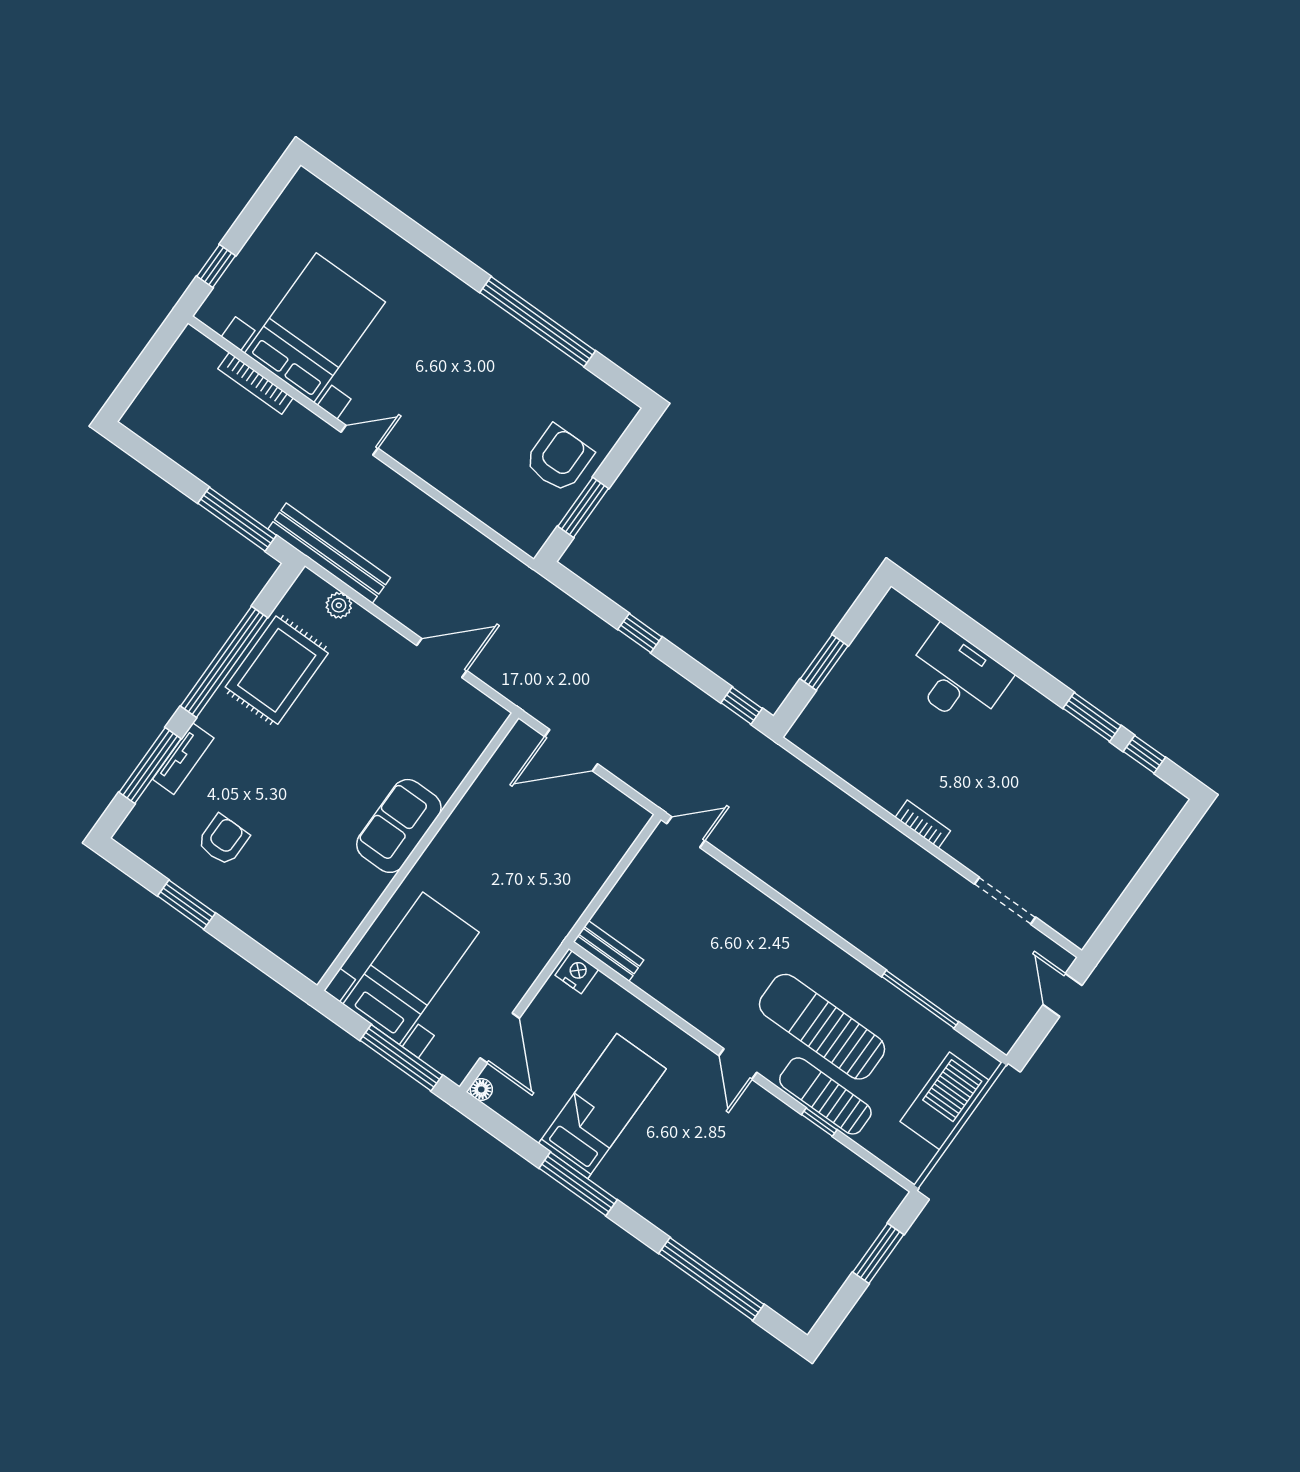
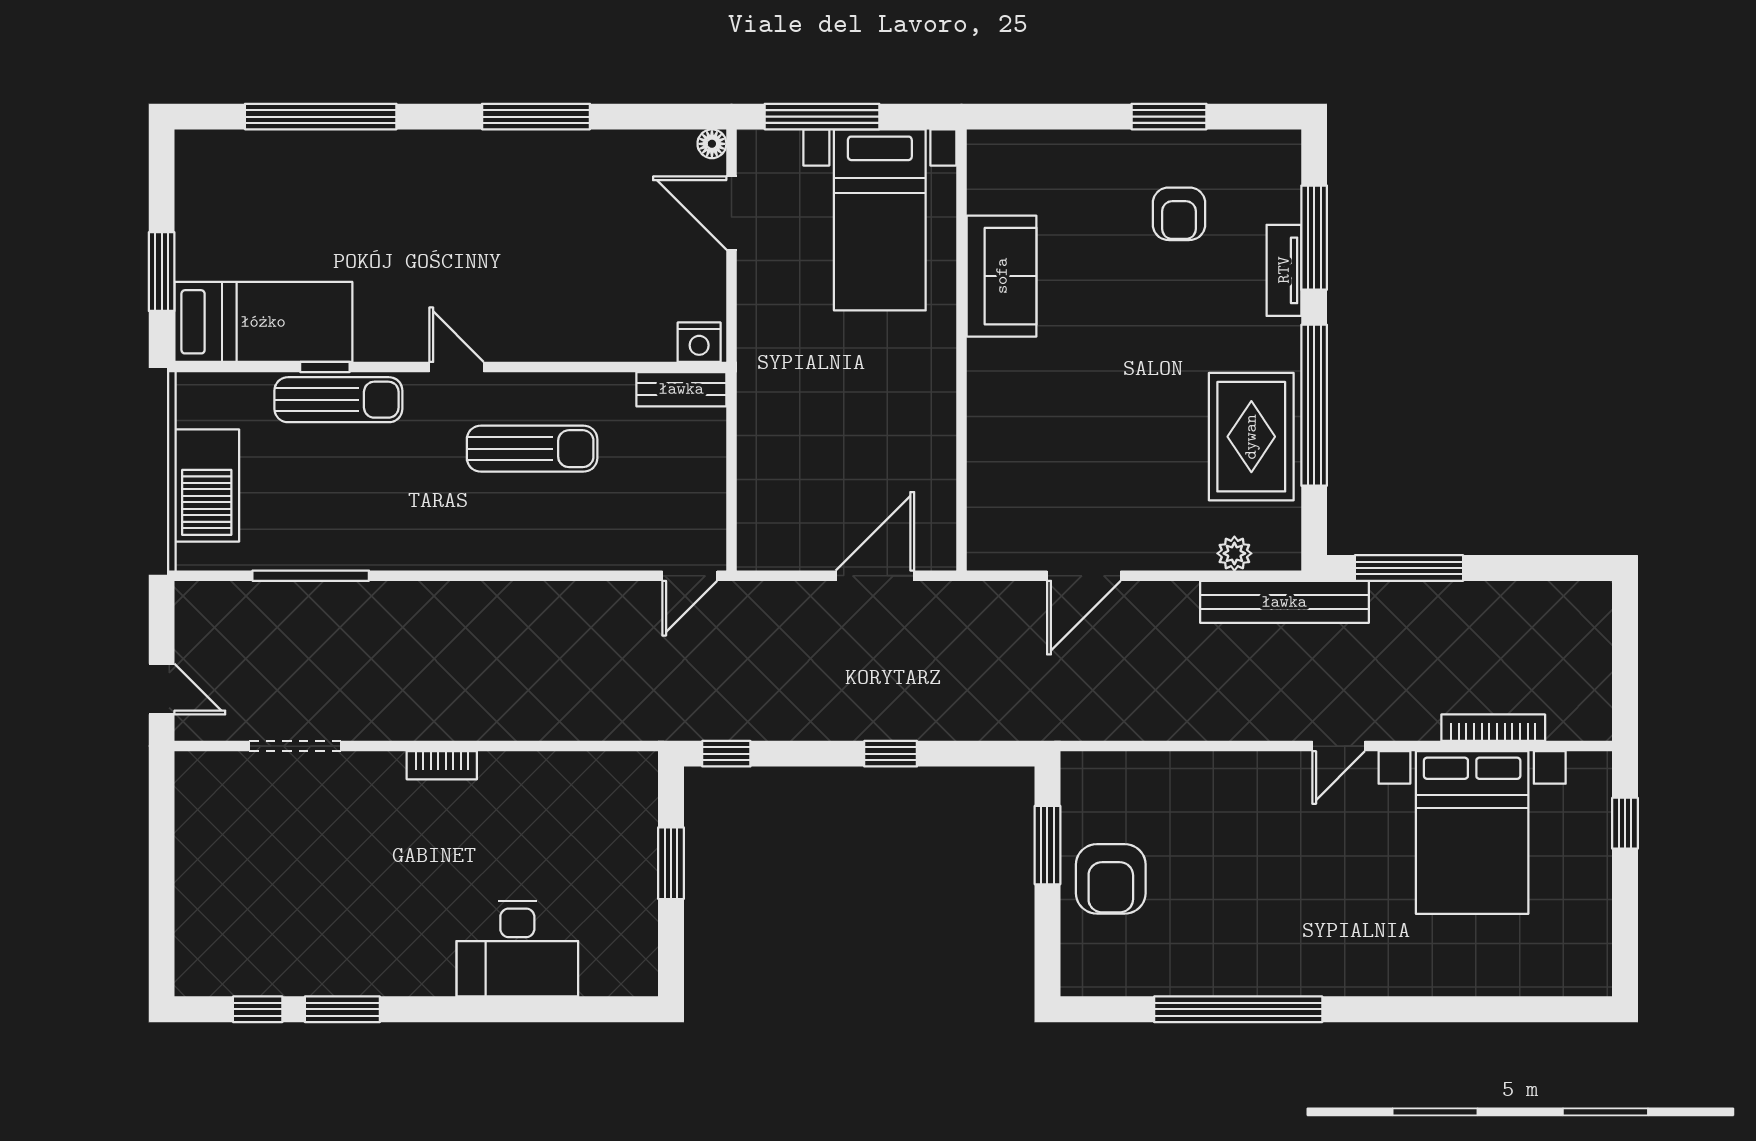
sofa: (399, 826) -> (1002, 276), moved
sun lounger: (822, 1027) -> (532, 449), moved, width x0.73, depth x0.75
bed: (602, 1106) -> (263, 322), moved, turned -90

